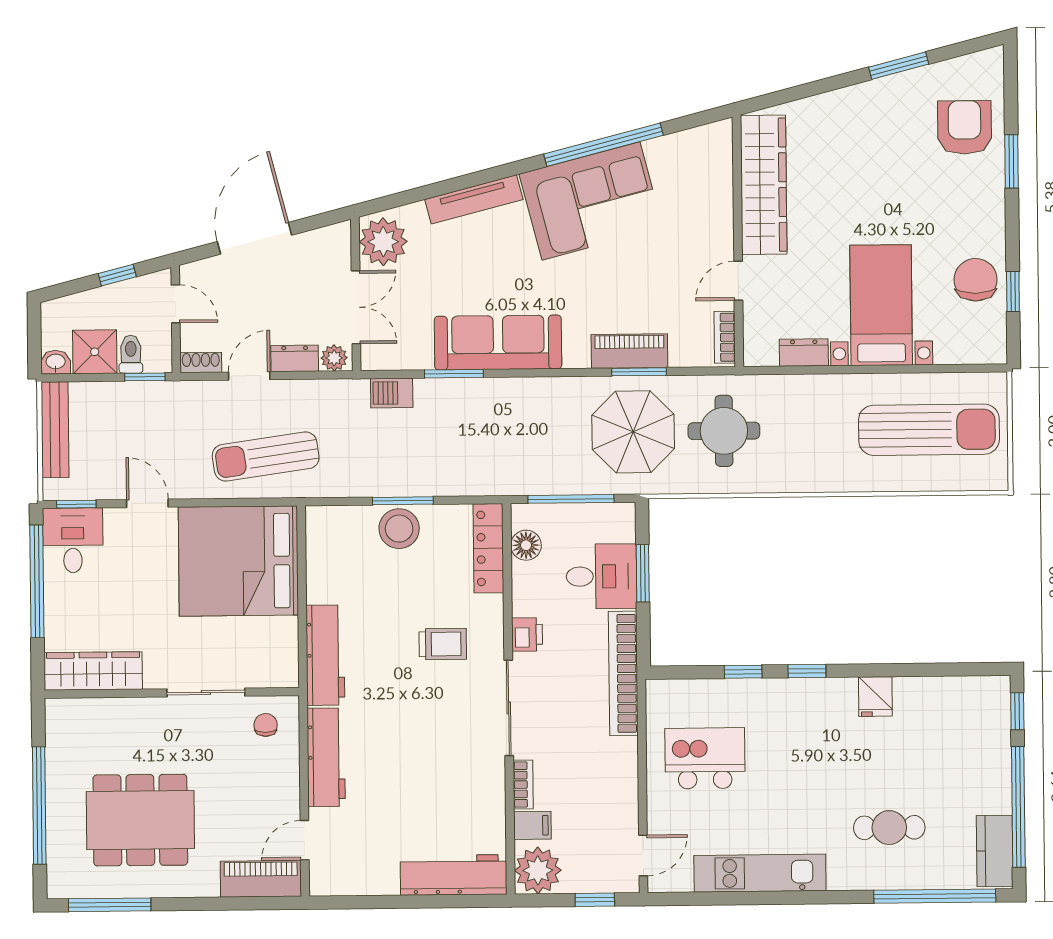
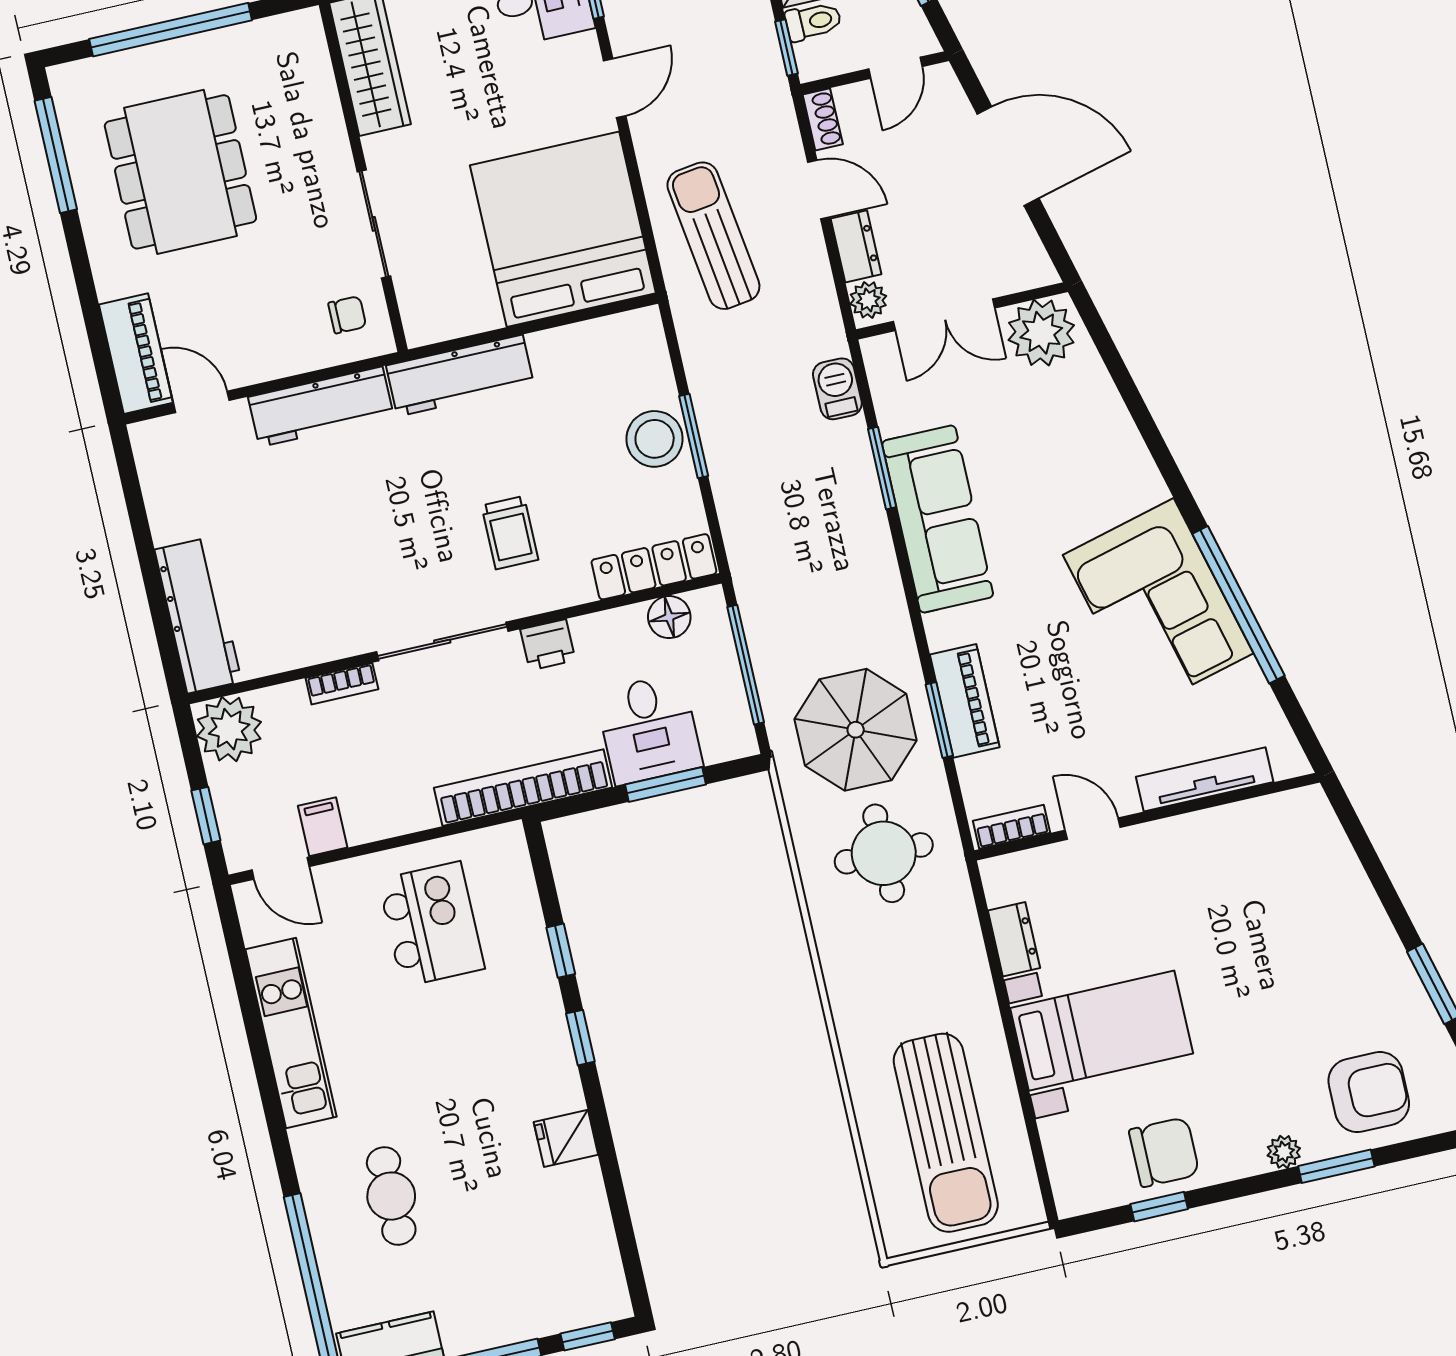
wardrobe: (764, 185) -> (1231, 835), removed
plant: (994, 196) -> (1284, 1152), added
tv unit: (474, 199) -> (1205, 779), moved, turned 104
filing cabinet: (532, 825) -> (323, 827), moved, turned 180

